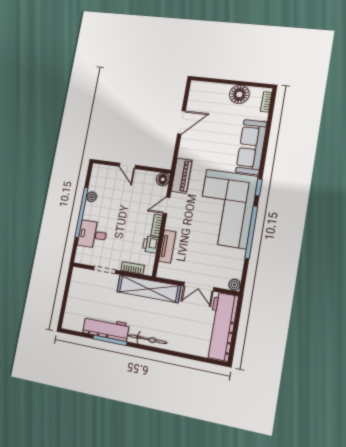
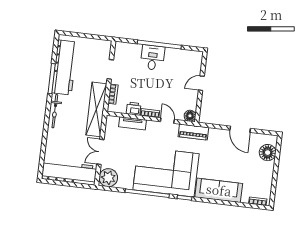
floor lamp: (239, 94) -> (268, 153), moved
plant: (92, 197) -> (173, 53), removed
desk: (93, 235) -> (153, 58), moved
plant: (234, 285) -> (108, 178), width x1.88, depth x1.88
workbench: (106, 328) -> (64, 67), width x1.36, depth x1.32

